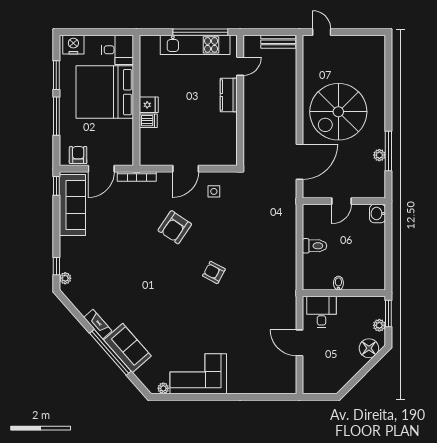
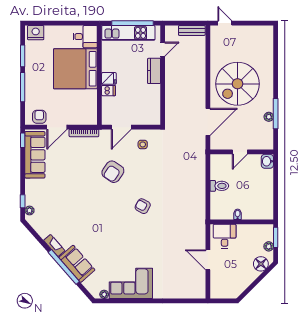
desk: (118, 50) -> (85, 37), moved
bed: (105, 92) -> (75, 69), moved
wall: (136, 100) -> (99, 75), moved
fridge: (149, 105) -> (109, 78), moved
dishwasher: (148, 121) -> (109, 91), moved

